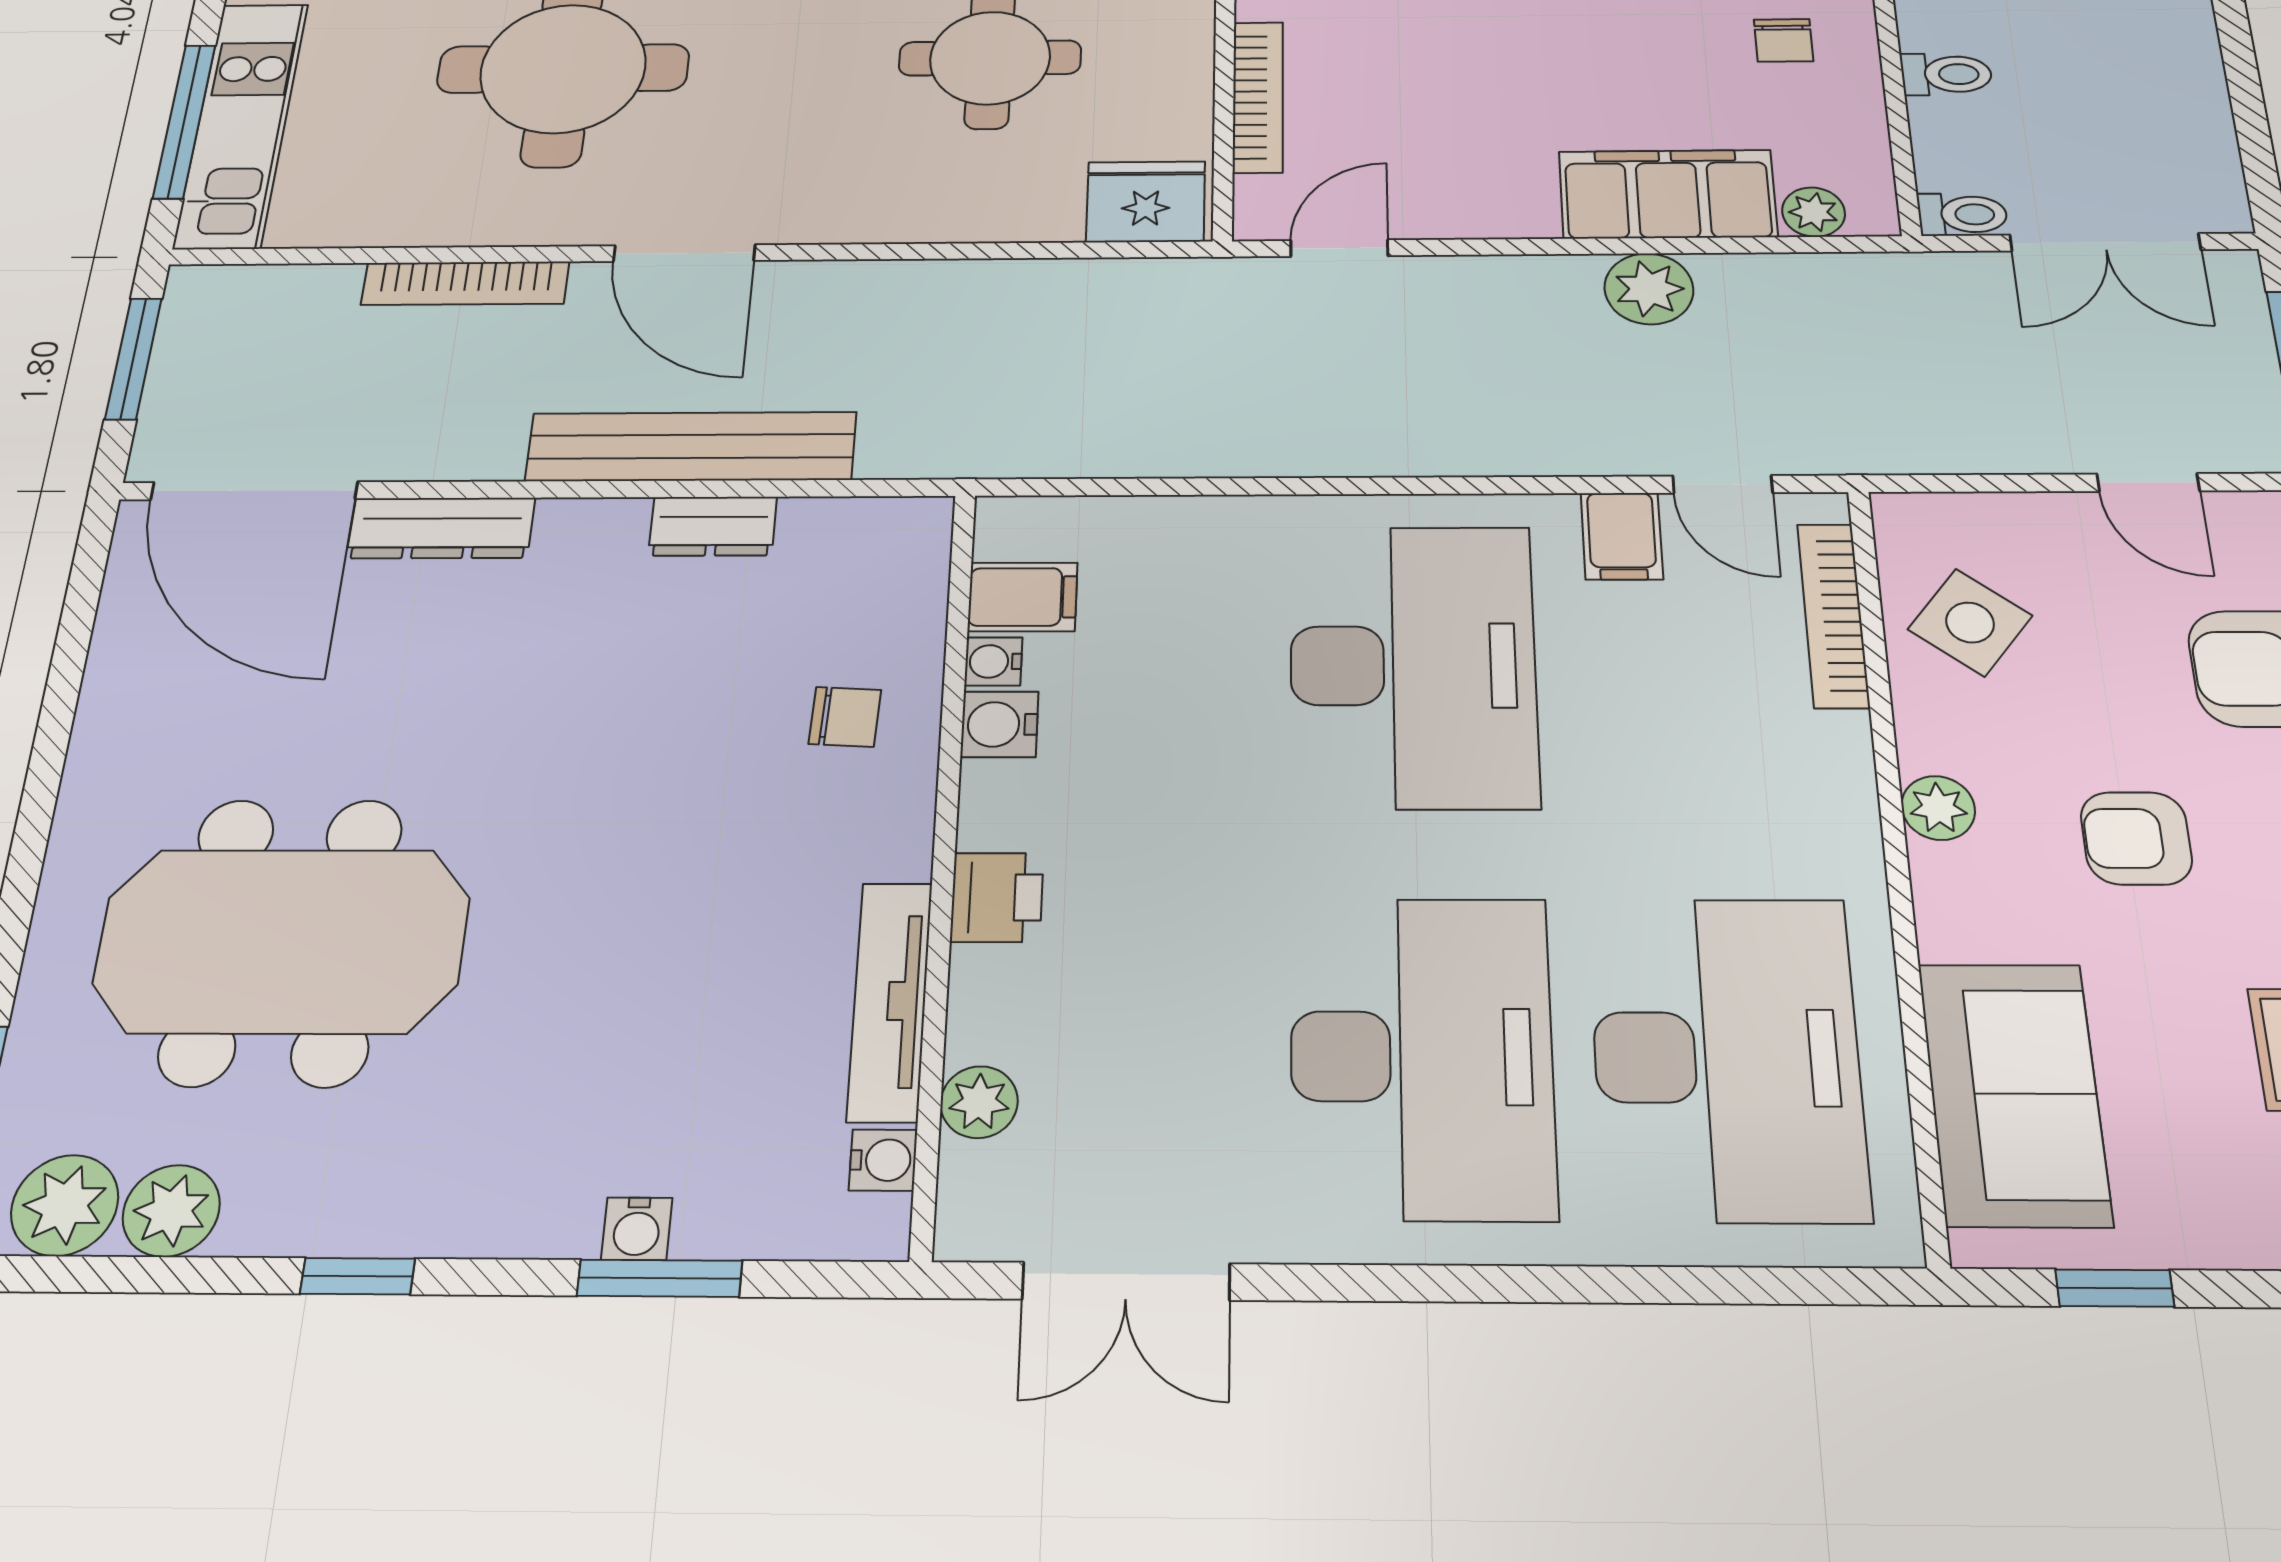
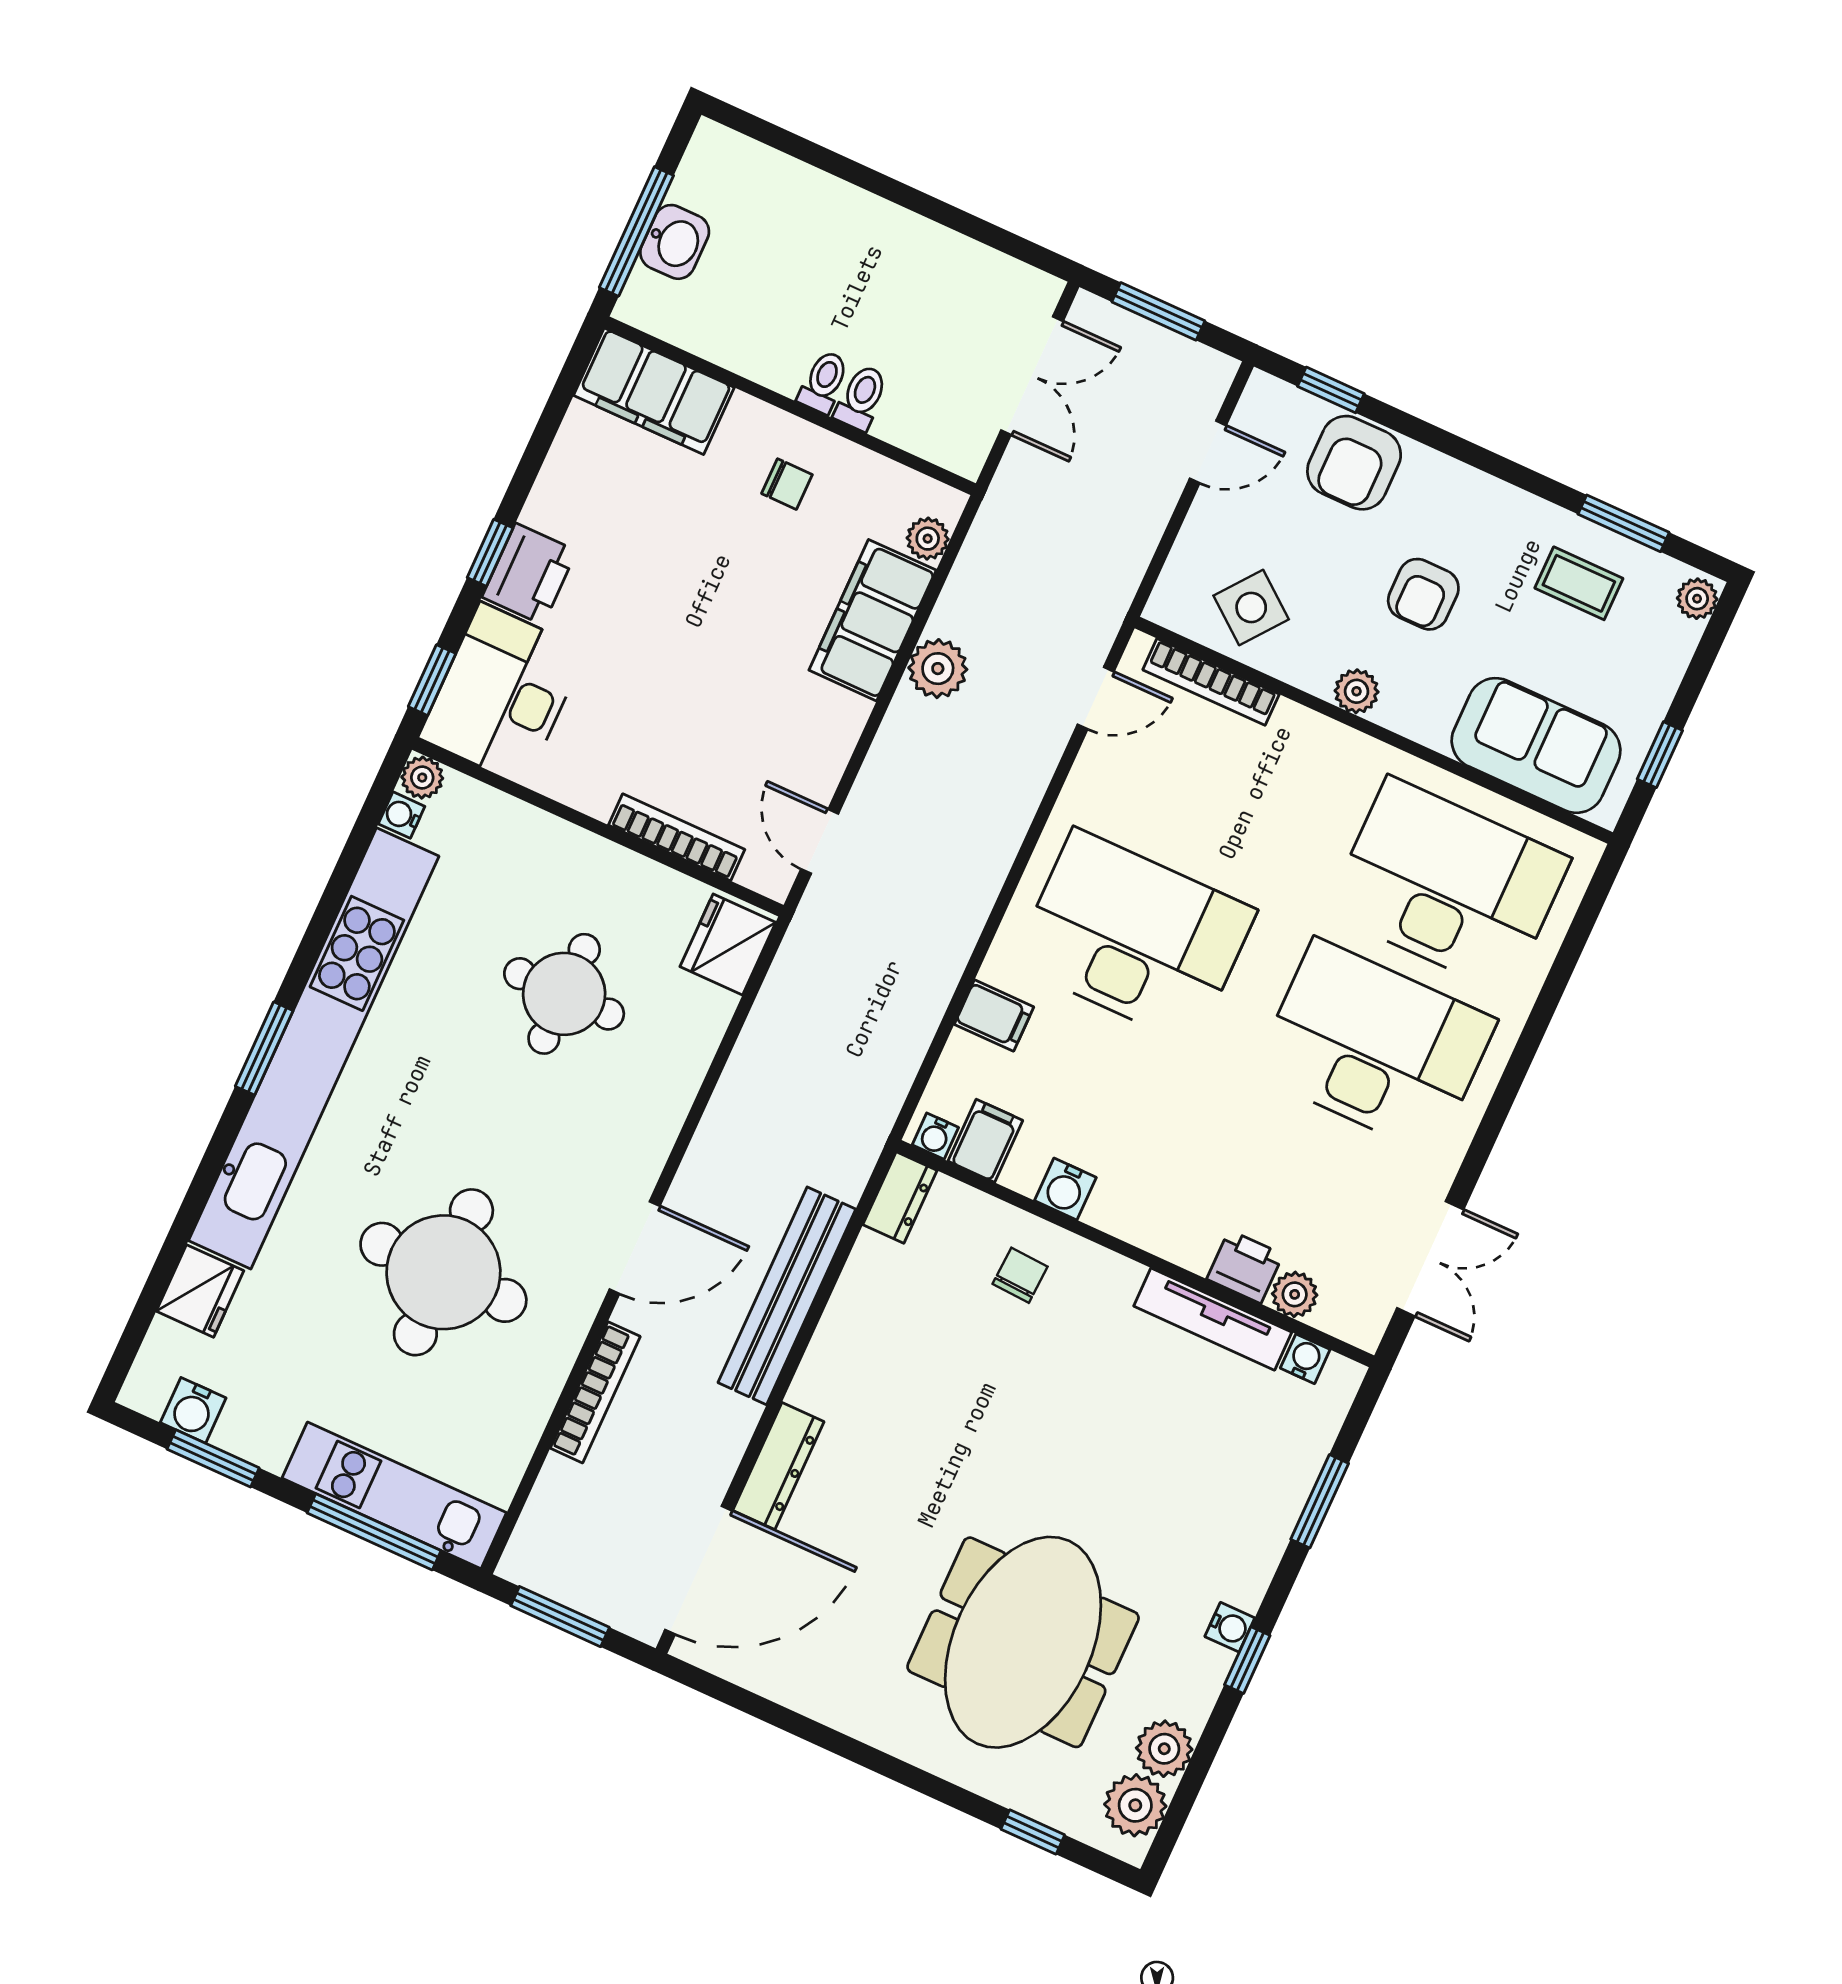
toilet: (1962, 214) -> (824, 382), moved
dresser: (713, 526) -> (900, 1198), moved
filing cabinet: (1622, 536) -> (994, 1016), moved
water cooler: (993, 661) -> (935, 1136), moved
printer: (997, 897) -> (1245, 1267), moved
water cooler: (637, 1229) -> (1230, 1627), moved

